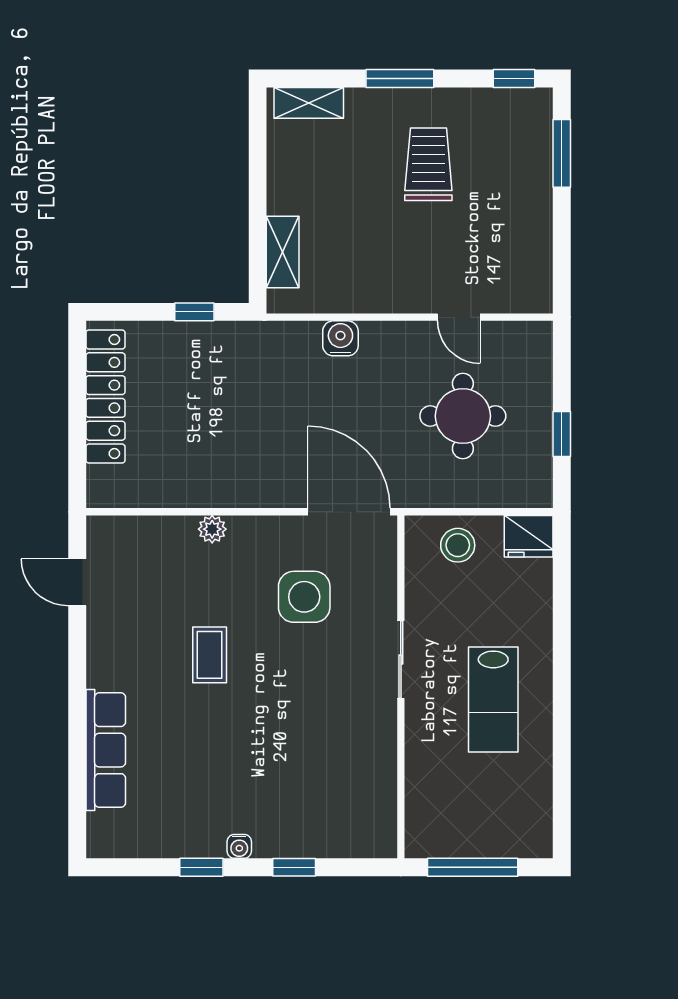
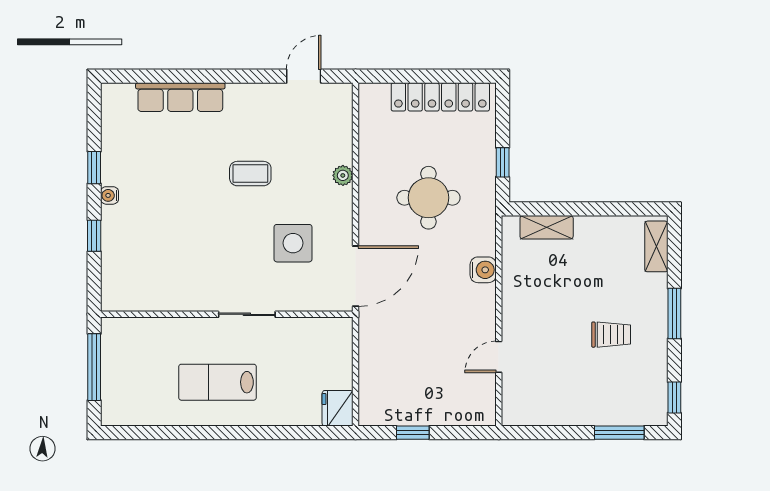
trolley: (428, 164) -> (611, 335), width x0.73, depth x0.72
round table: (463, 416) -> (428, 198), moved
stool: (458, 545) -> (331, 356), removed

